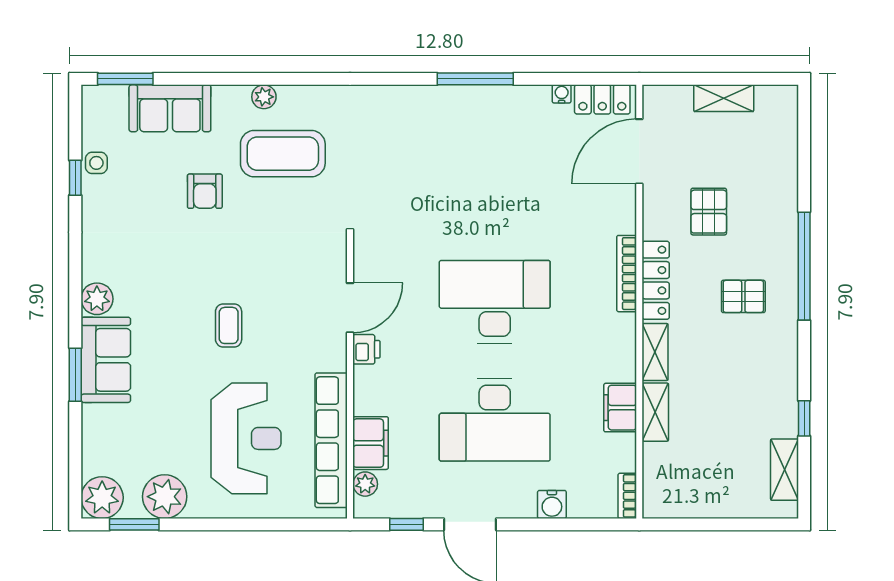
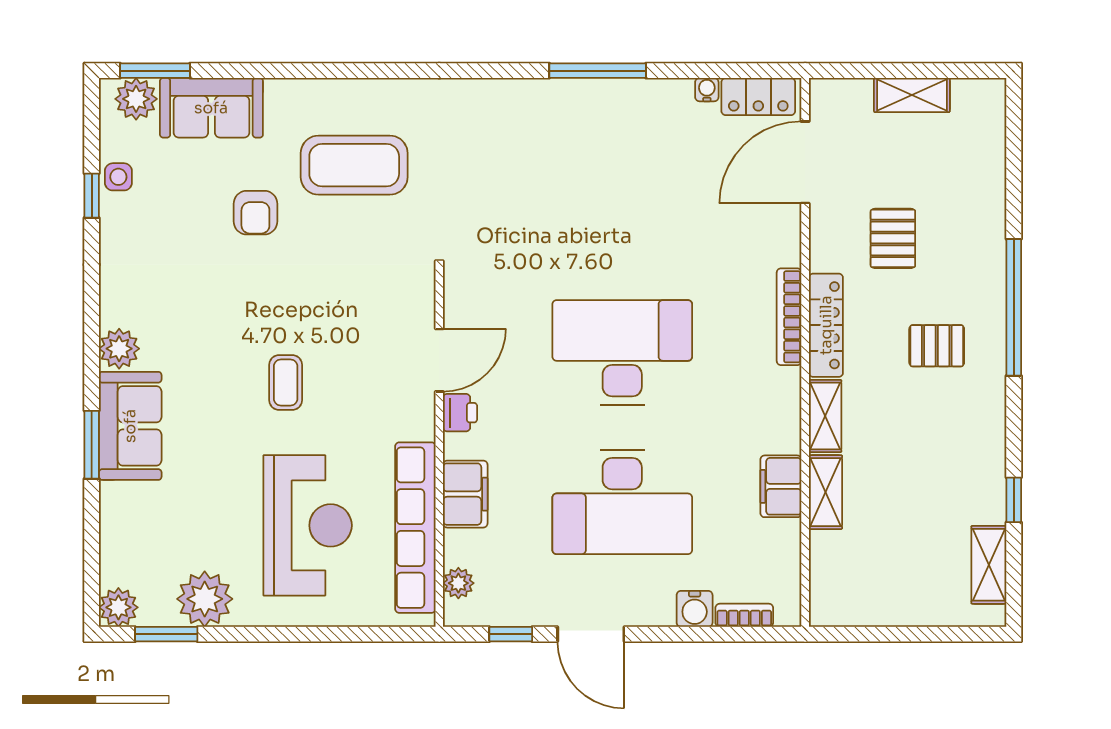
plant: (264, 97) -> (136, 99), moved, width x1.38, depth x1.38
filing cabinet: (371, 443) -> (465, 494), moved
bookcase: (627, 496) -> (744, 615), moved, turned 90
plant: (102, 498) -> (118, 607), width x0.73, depth x0.73

